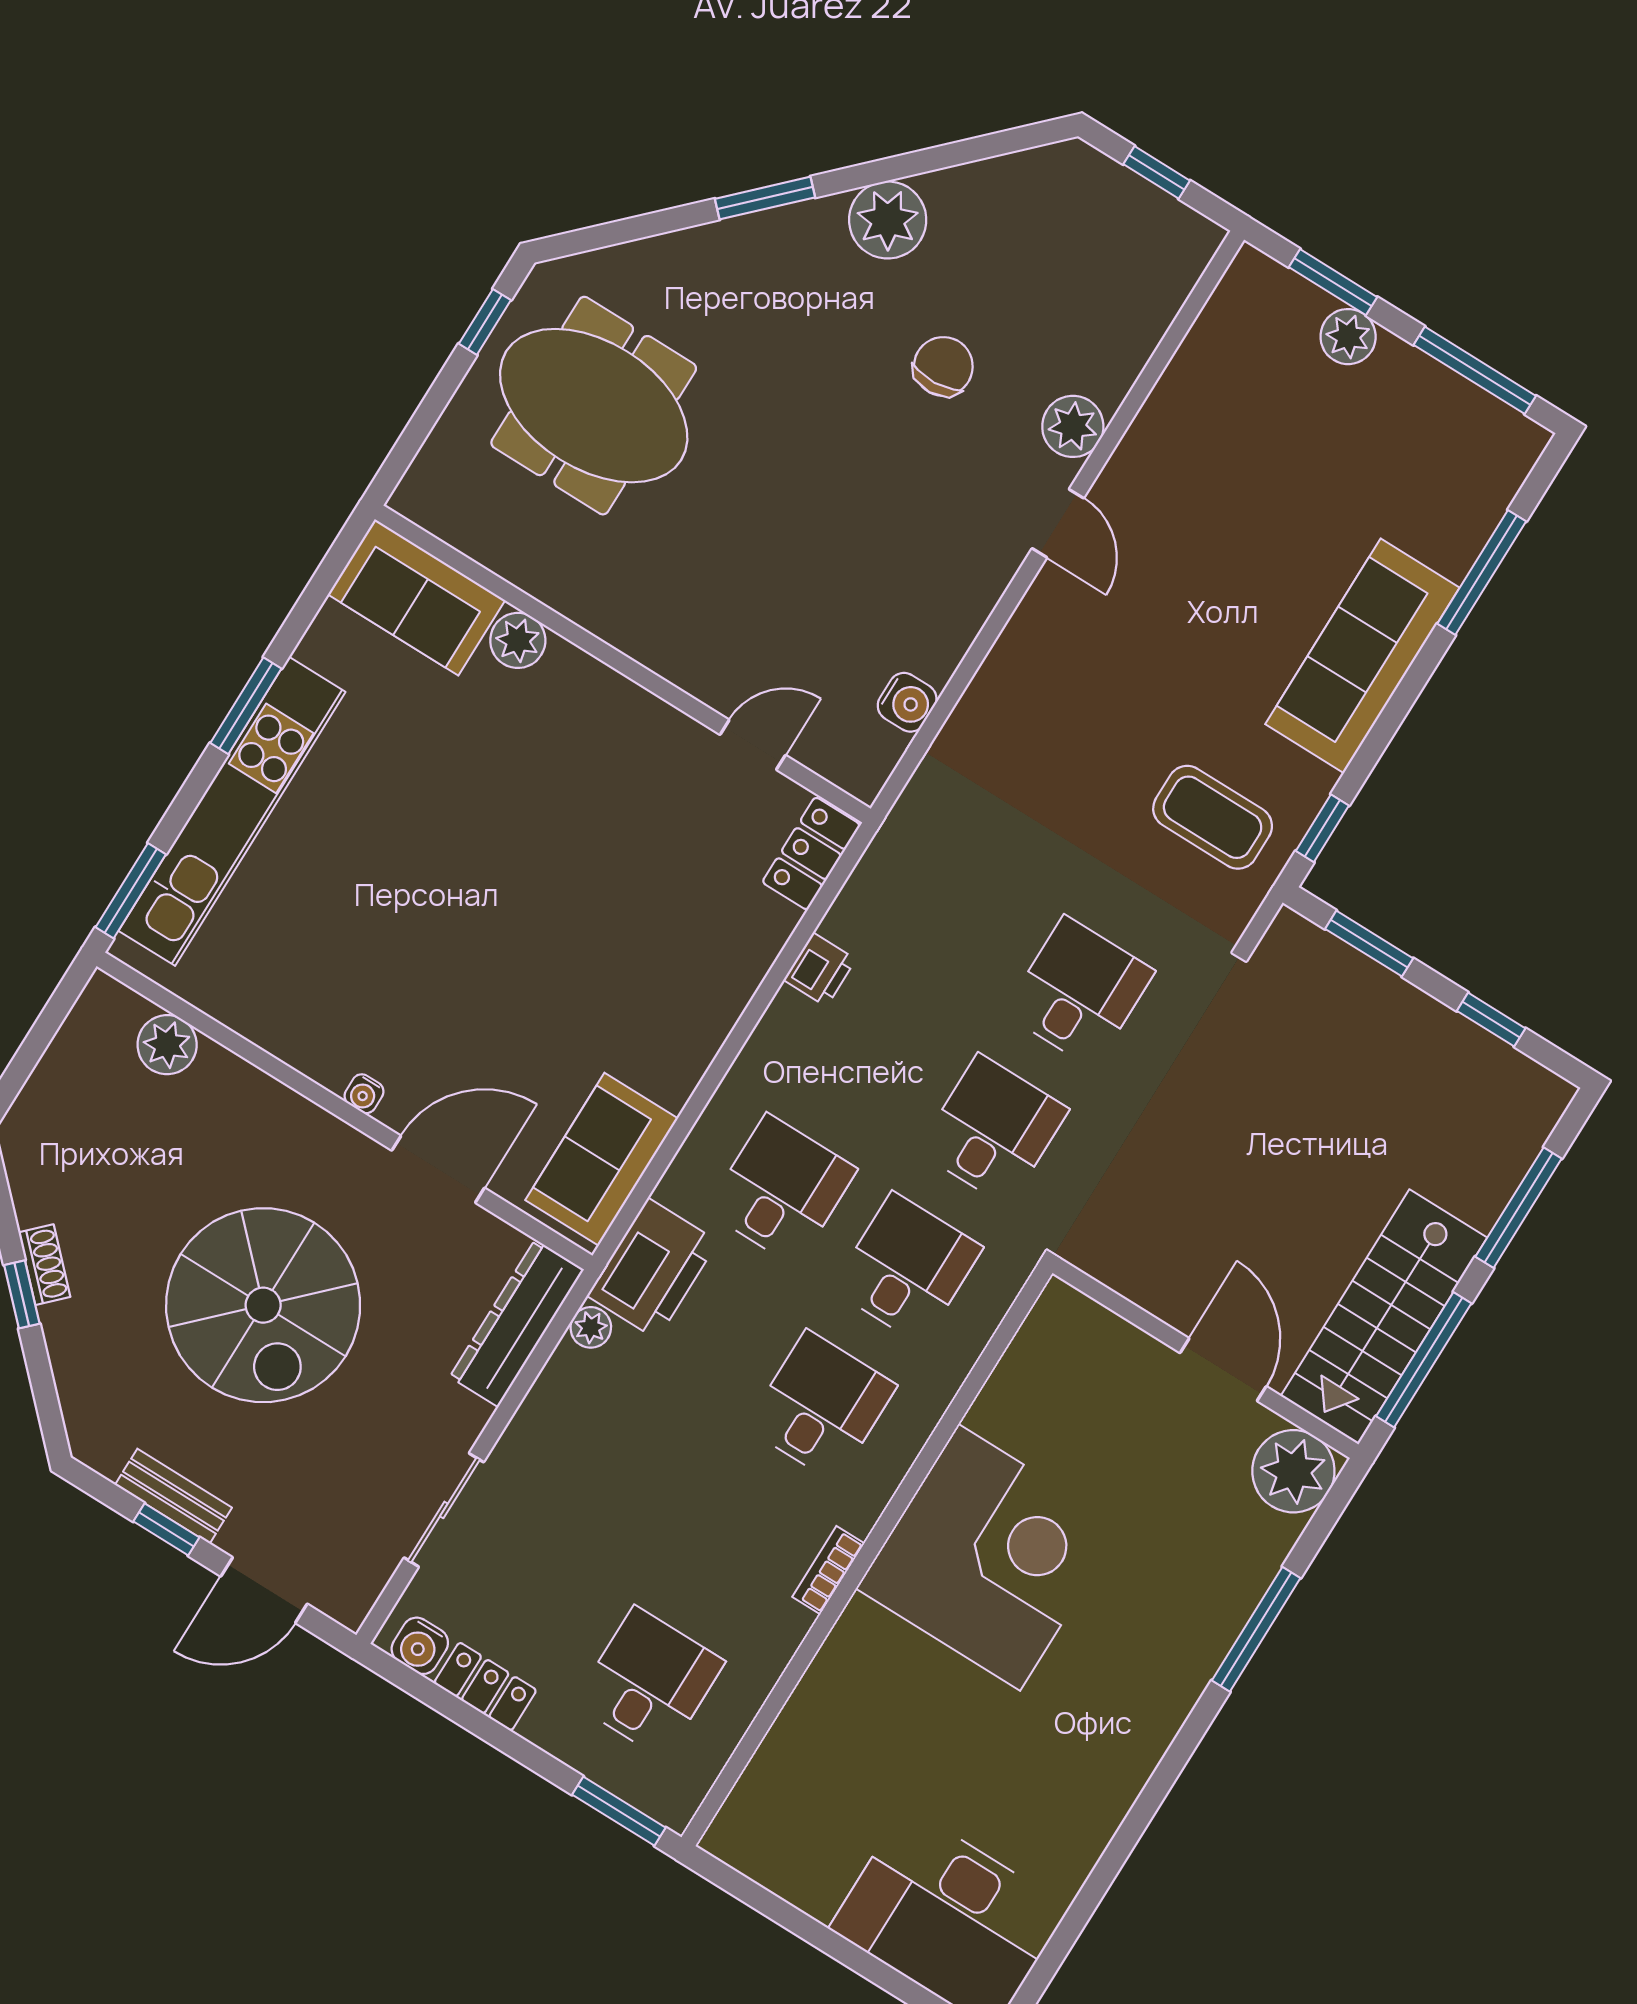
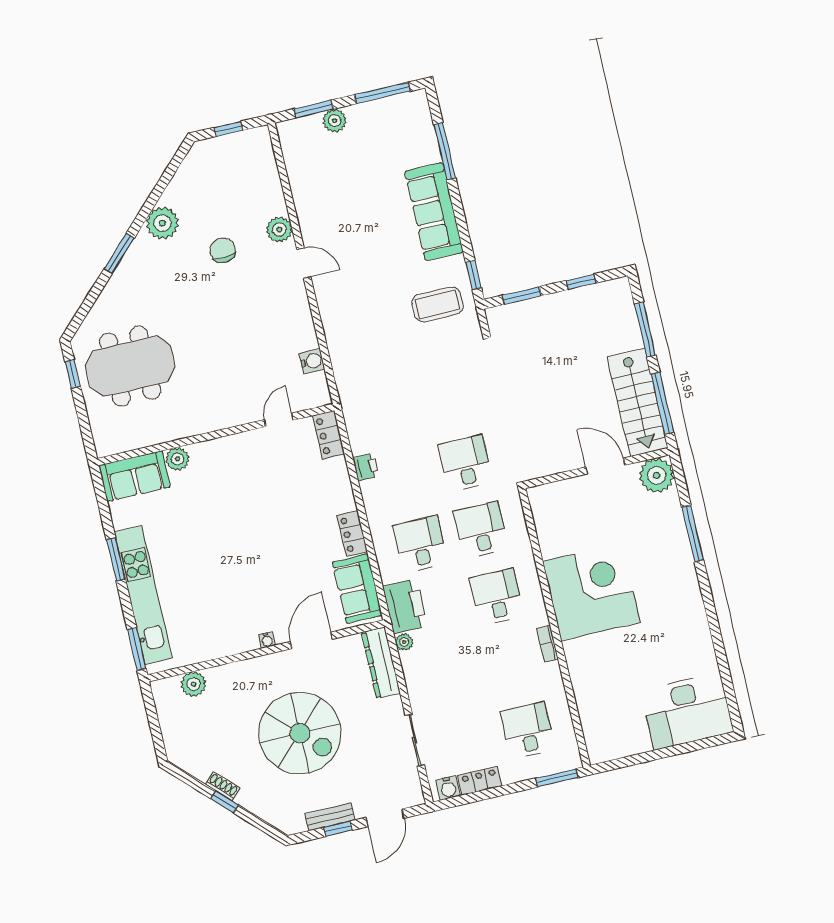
desk: (1079, 992) -> (450, 396), removed
locker: (685, 1059) -> (352, 534), added

